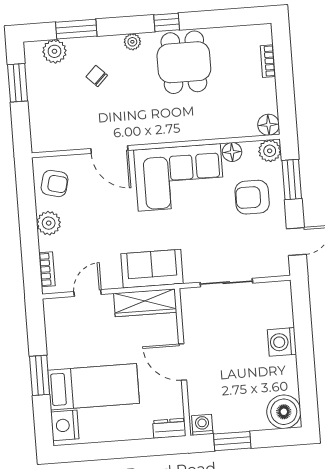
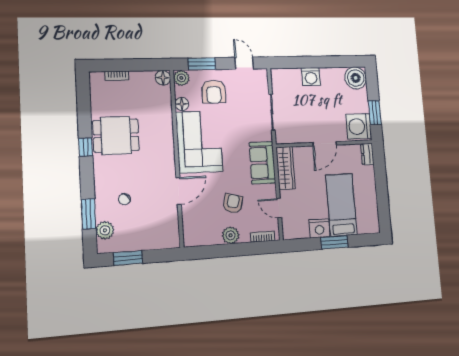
plant: (132, 42) -> (99, 173), removed
armchair: (55, 183) -> (233, 204), moved
nightstand: (65, 425) -> (319, 228), moved
washing machine: (202, 425) -> (359, 126), width x1.89, depth x1.89

